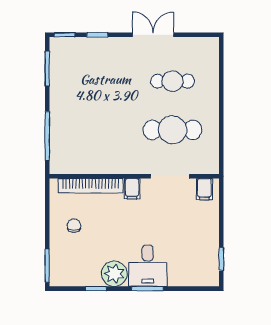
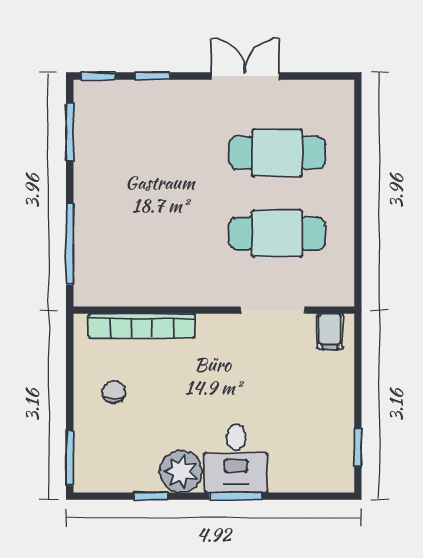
cafe table: (173, 81) -> (277, 153), width x1.37, depth x1.35
filing cabinet: (132, 189) -> (210, 331), removed

